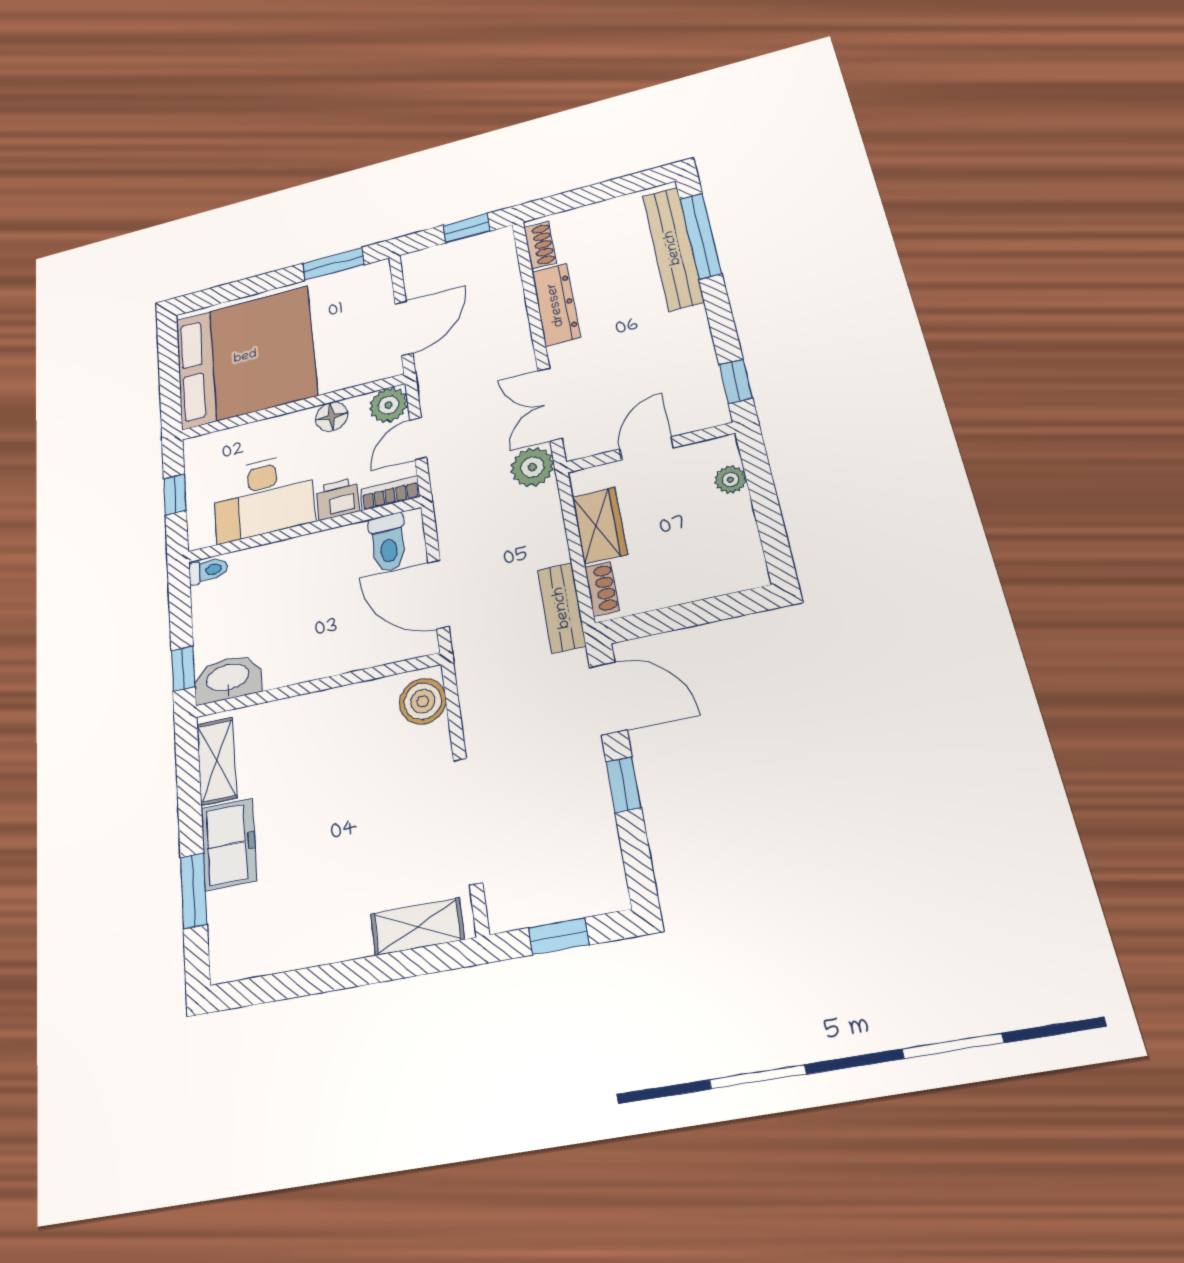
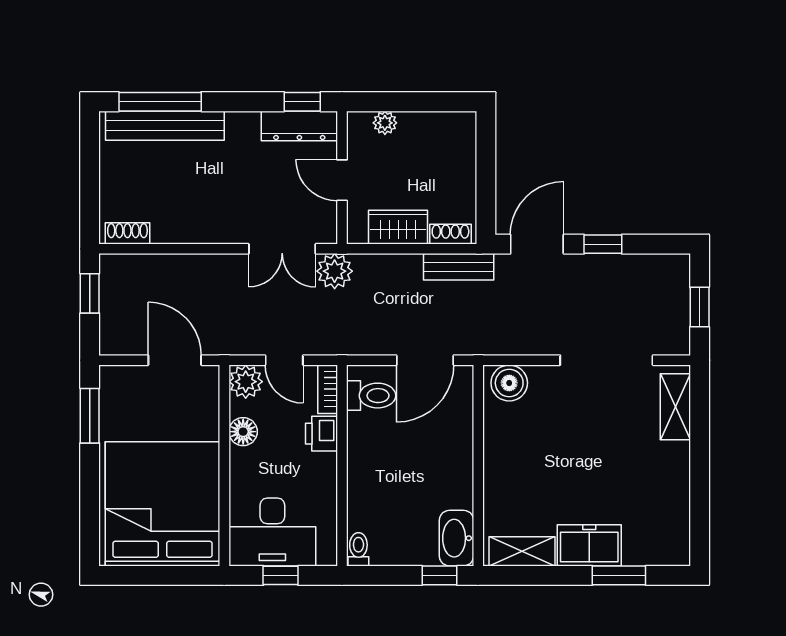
dresser: (556, 305) -> (299, 126), moved, turned 180
desk: (264, 497) -> (272, 532), moved, turned 90

